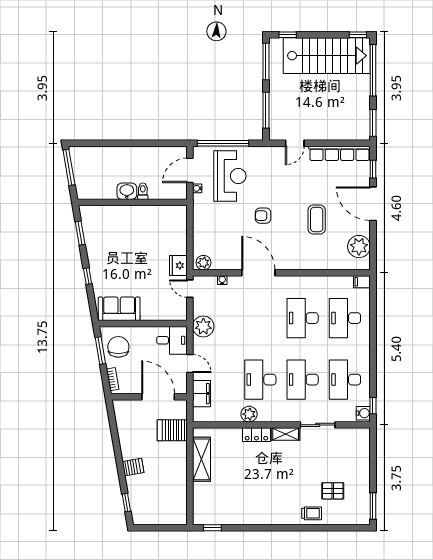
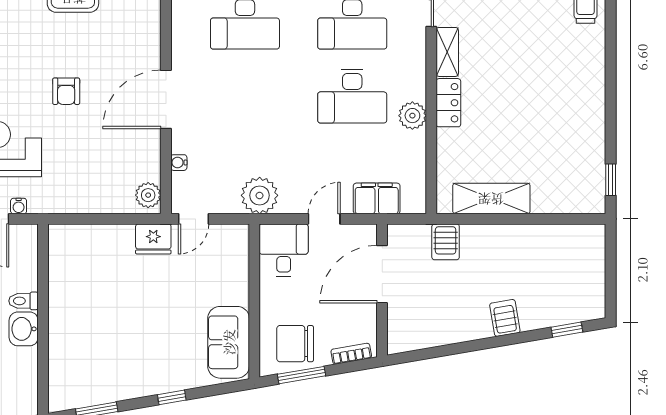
server rack: (172, 430) -> (446, 242), width x0.73, depth x0.70

